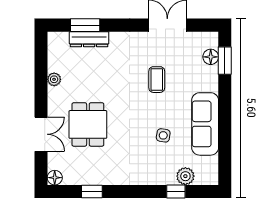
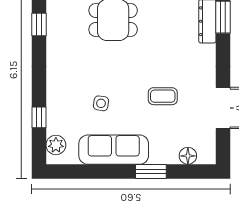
window: (225, 61) -> (151, 171), moved
plant: (185, 176) -> (56, 145), moved

